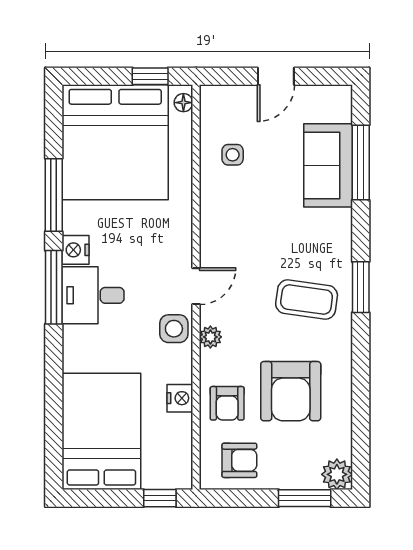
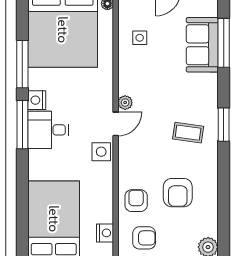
coffee table: (307, 300) -> (188, 133), width x0.73, depth x0.77
plant: (210, 337) -> (125, 103), moved
armchair: (291, 391) -> (178, 193), width x0.73, depth x0.73
nightstand: (180, 398) -> (105, 233), moved
armchair: (227, 403) -> (136, 201), turned 180

